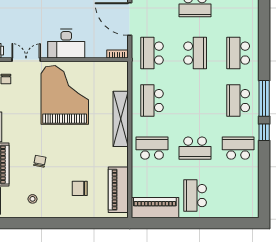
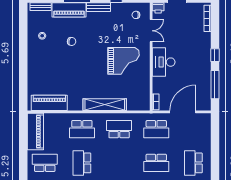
school desk: (152, 53) -> (156, 129), turned 180
grand piano: (65, 95) -> (124, 61), width x0.73, depth x0.68
school desk: (152, 148) -> (82, 129), turned 90
chair: (80, 188) -> (50, 73), removed

